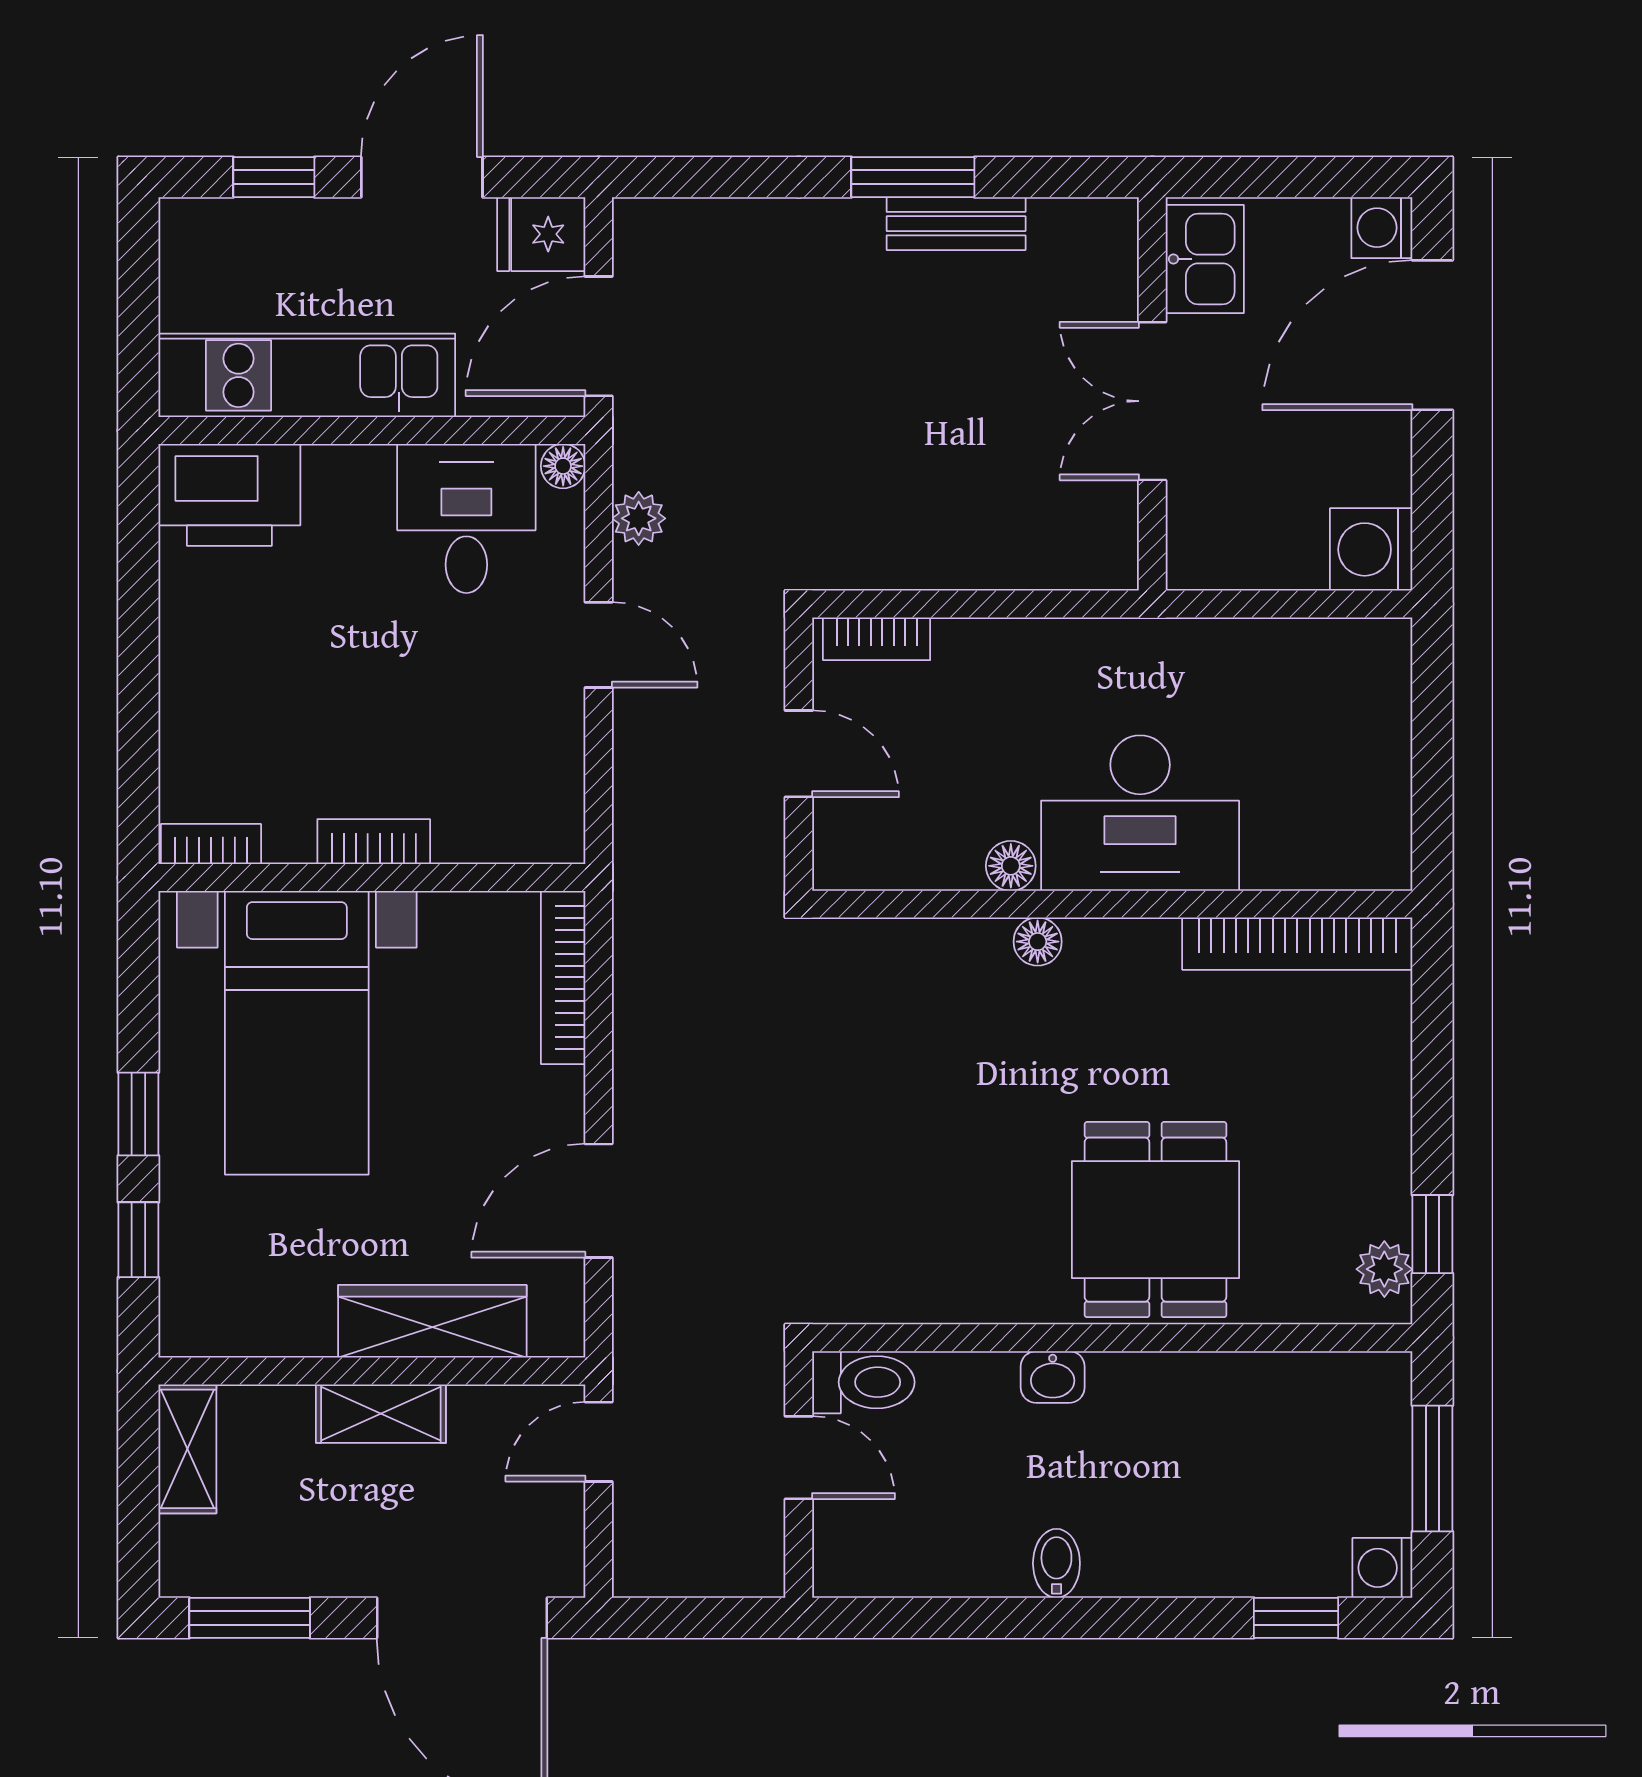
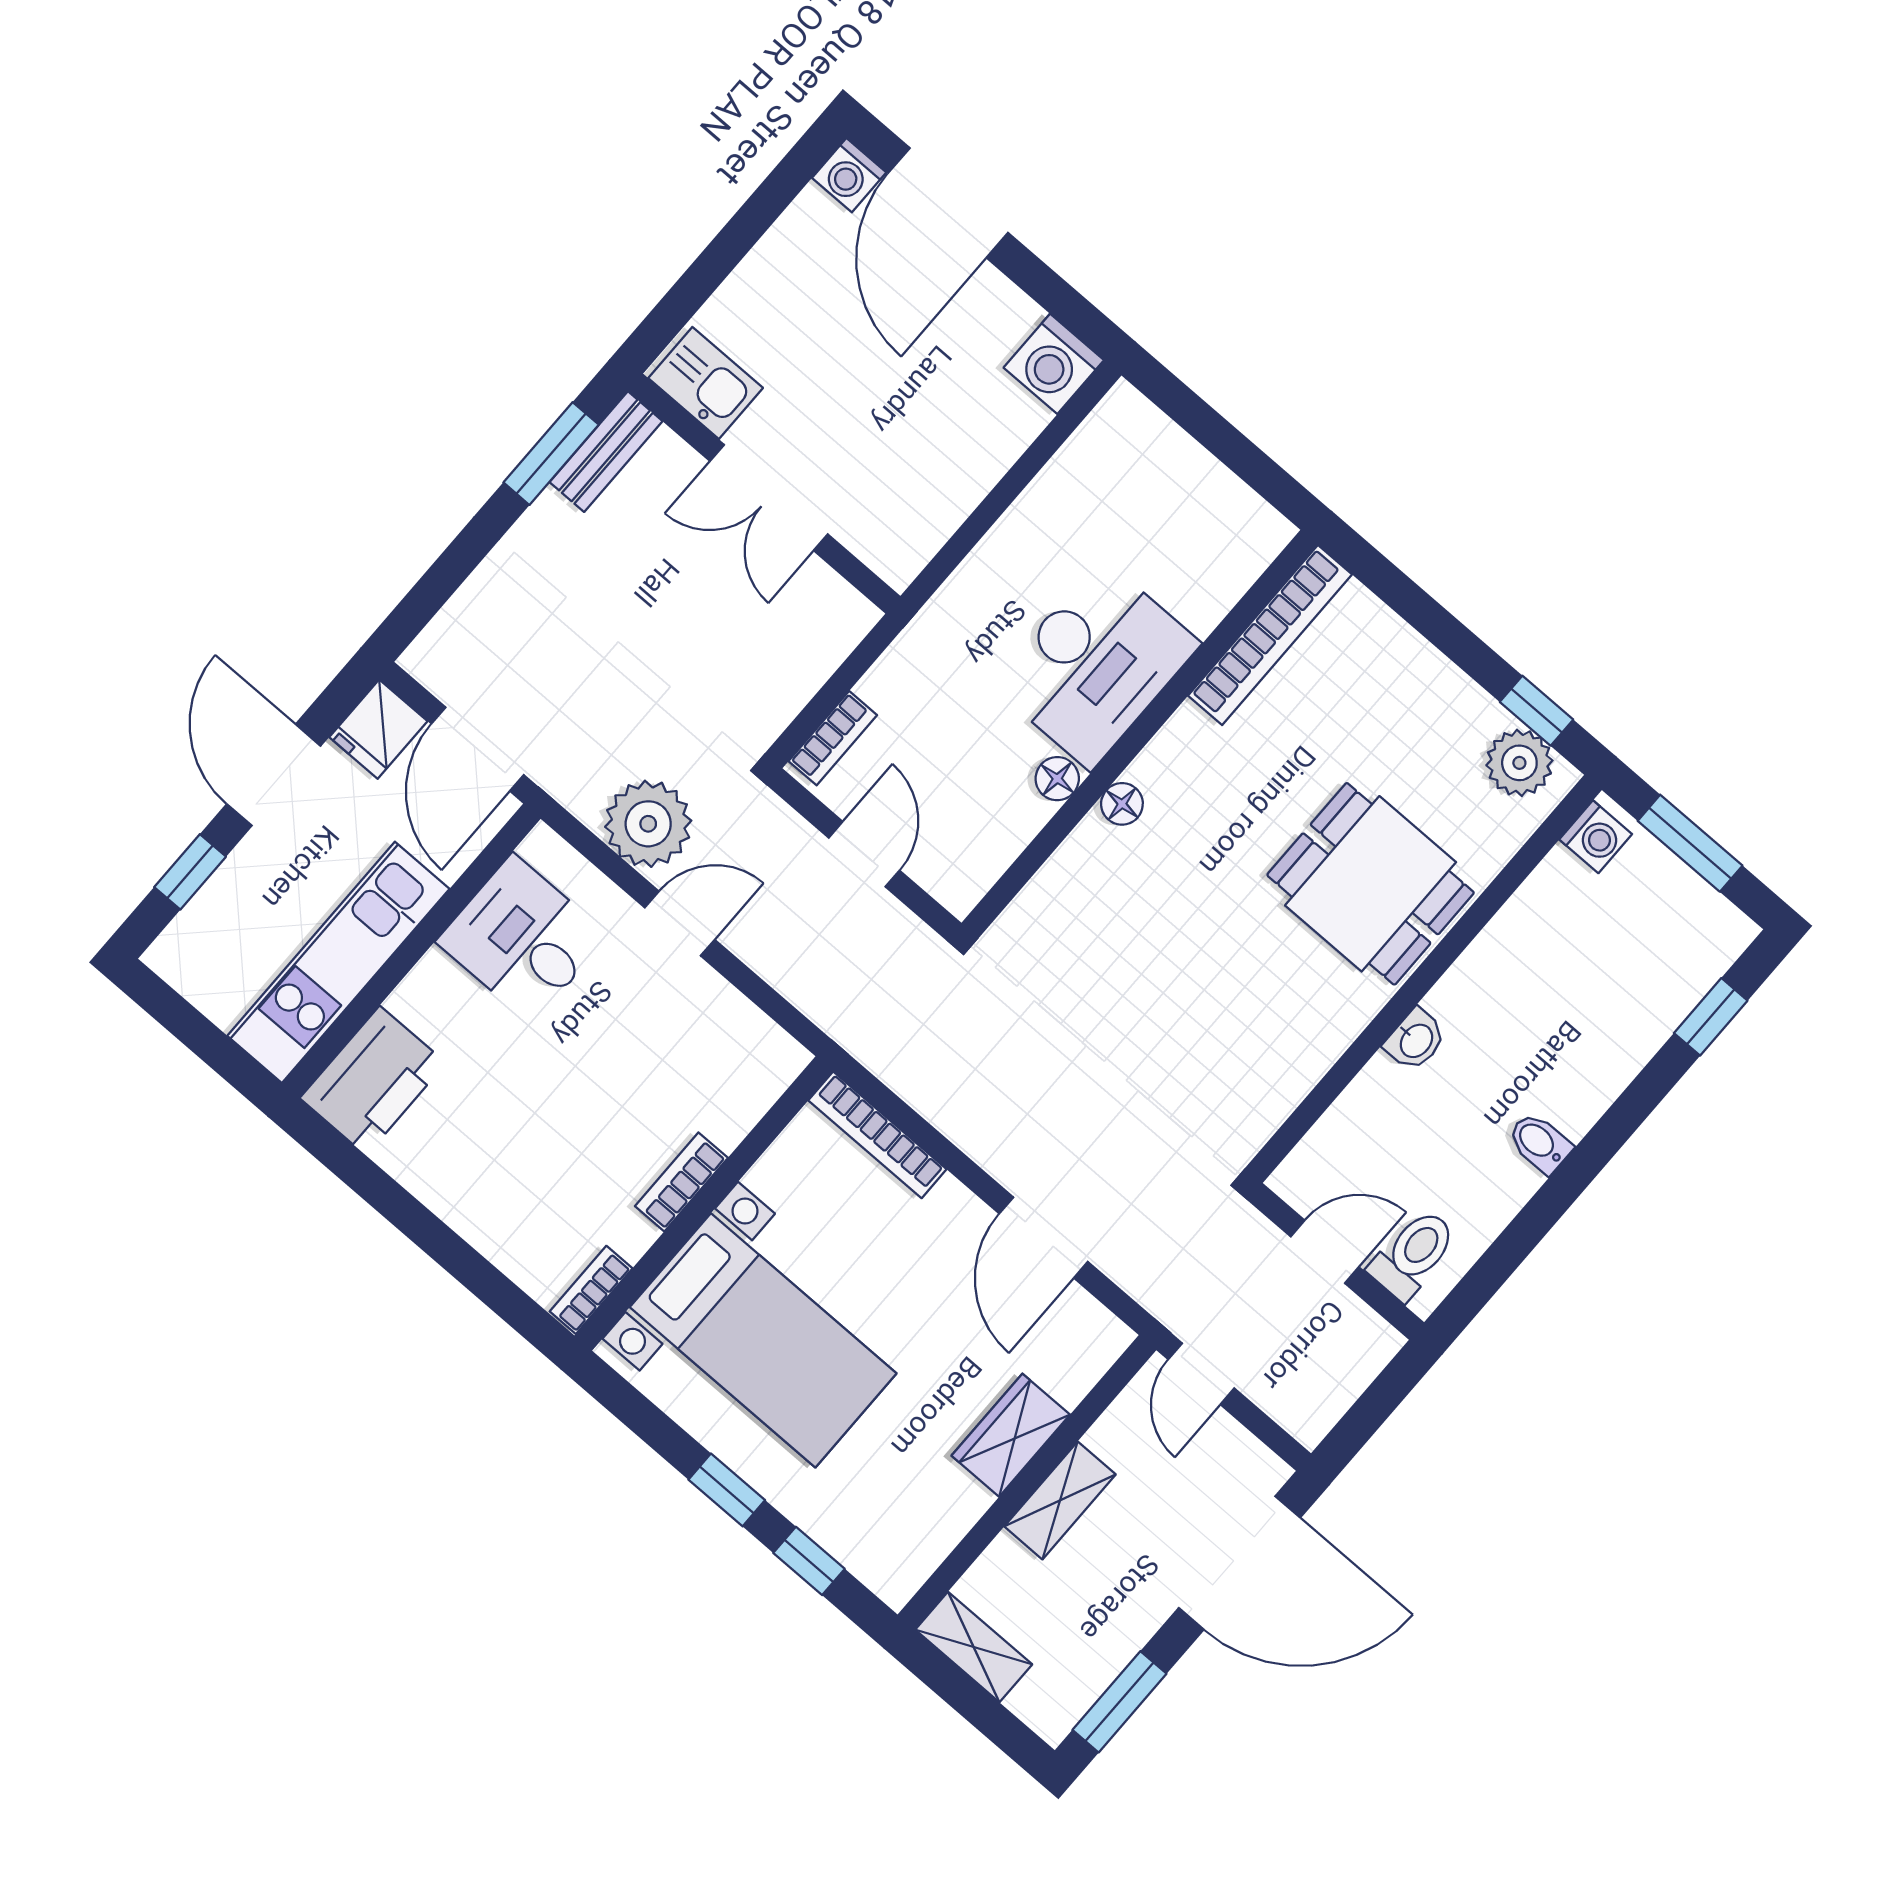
kitchen sink: (1205, 259) -> (706, 383), moved
wall: (1152, 394) -> (764, 494), moved
double door: (1152, 401) -> (769, 498), moved
floor lamp: (563, 466) -> (543, 846), removed
plant: (639, 518) -> (648, 824), width x1.88, depth x1.88
door: (799, 754) -> (864, 854), hinge flipped
plant: (1384, 1269) -> (1519, 763), width x1.38, depth x1.38
wardrobe: (432, 1321) -> (1011, 1435), width x0.67
toilet: (863, 1382) -> (1413, 1254), moved
washing machine: (1382, 1568) -> (1596, 837), moved, turned -90

